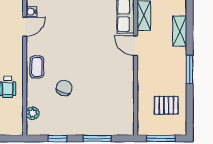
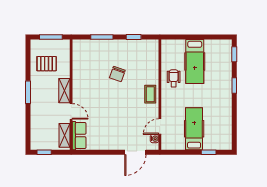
shelving: (180, 31) -> (64, 91), moved
chair: (64, 88) -> (117, 74), moved
plant: (33, 113) -> (154, 57), removed

